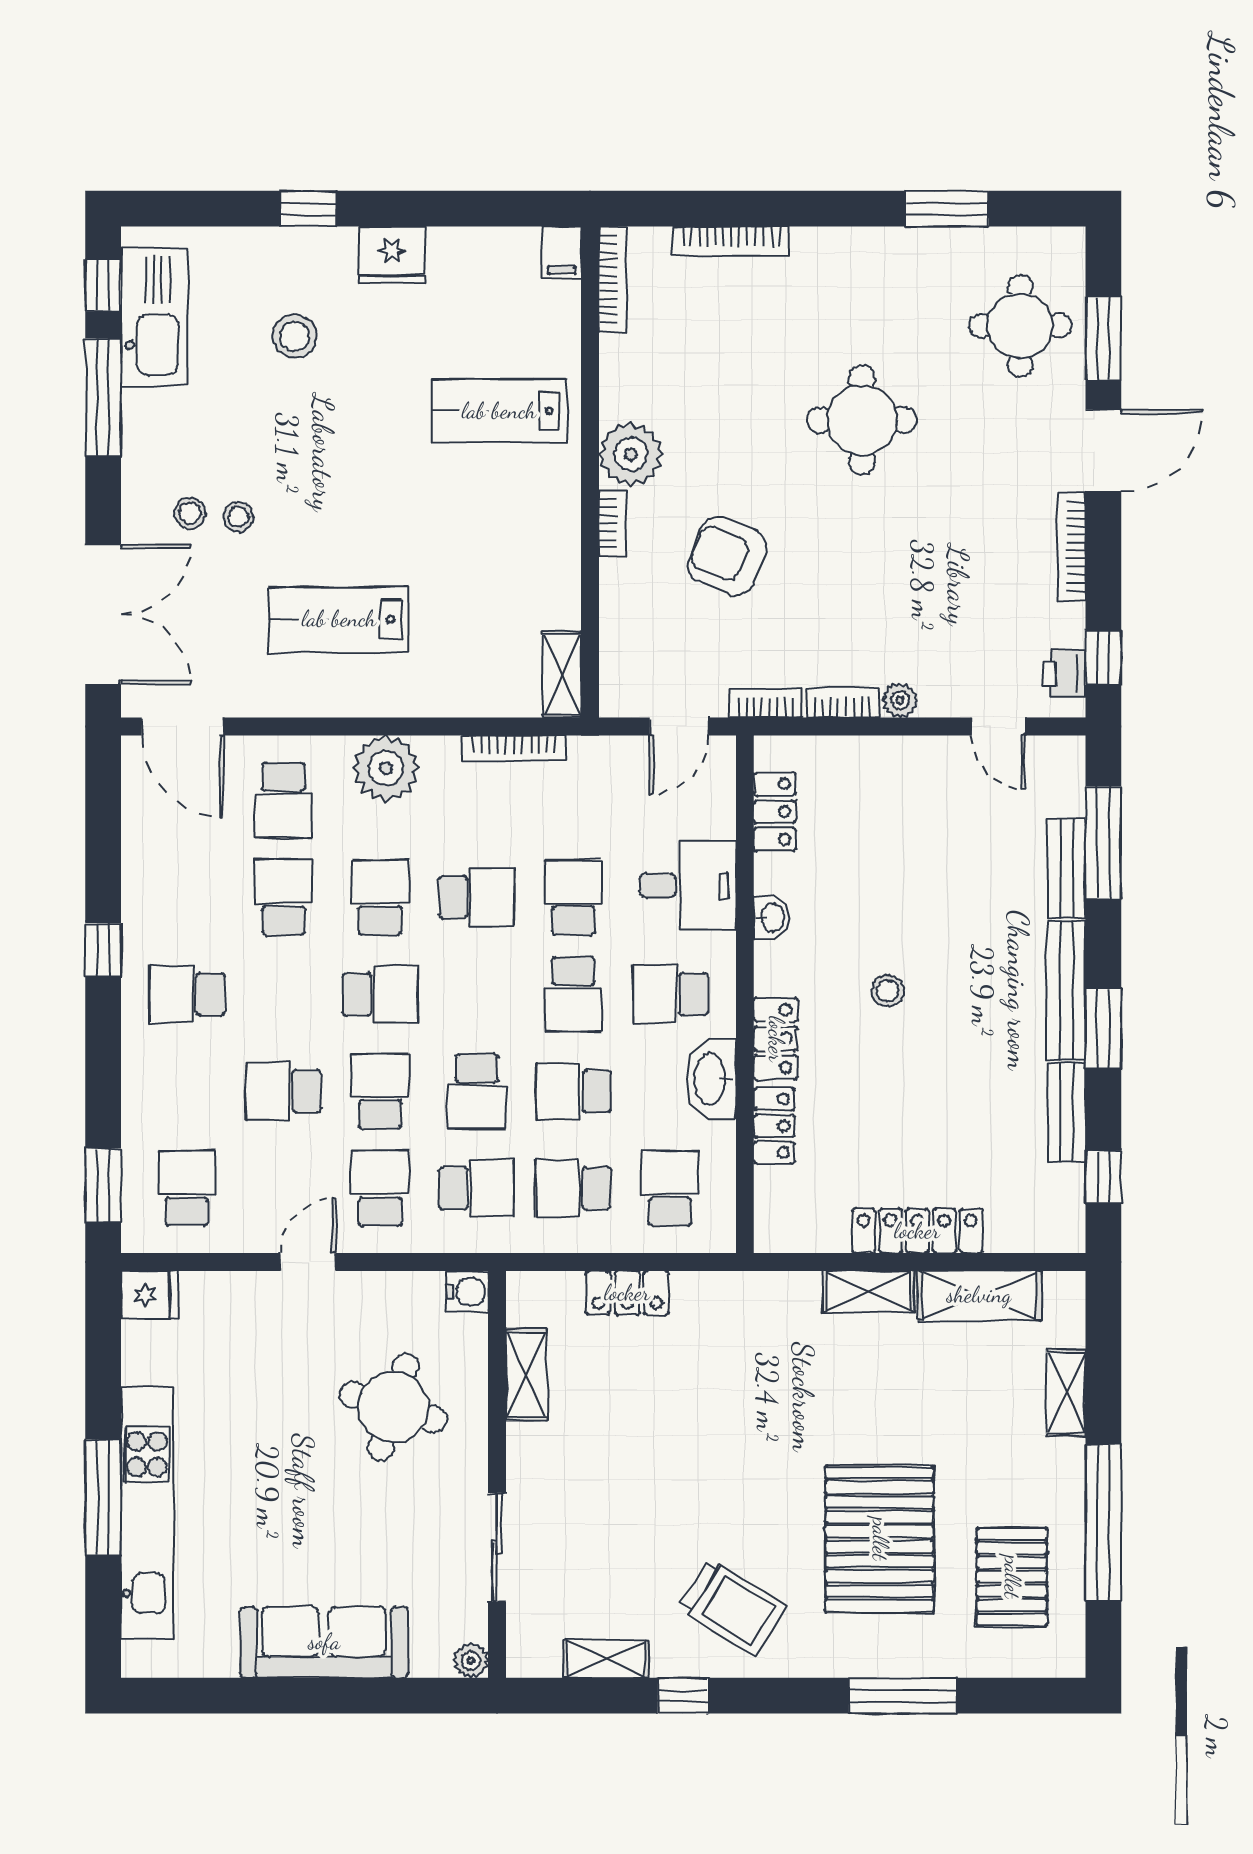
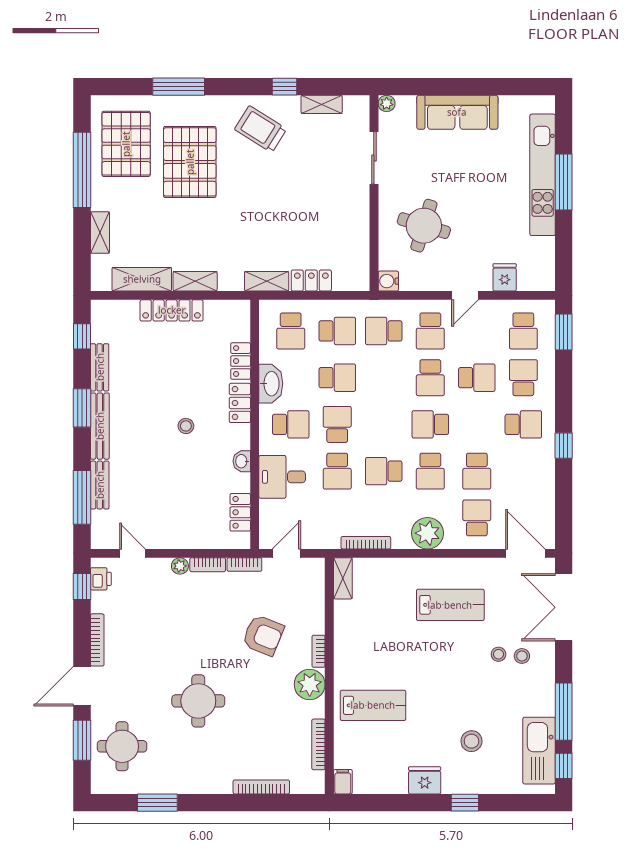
bookcase: (612, 279) -> (318, 744), moved
school desk: (477, 1091) -> (523, 378), moved
fridge: (150, 1295) -> (505, 277), moved, turned 90
shelving: (526, 1375) -> (267, 281), moved, turned 90
pallet: (1012, 1577) -> (126, 144), width x1.37, depth x1.41

